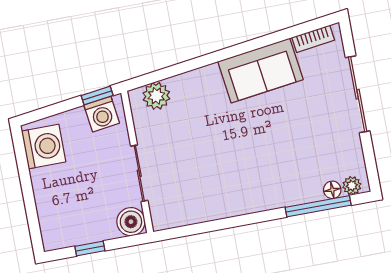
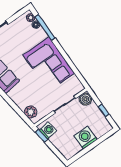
washing machine: (44, 147) -> (86, 138), moved
corner sofa: (239, 179) -> (49, 64), added

